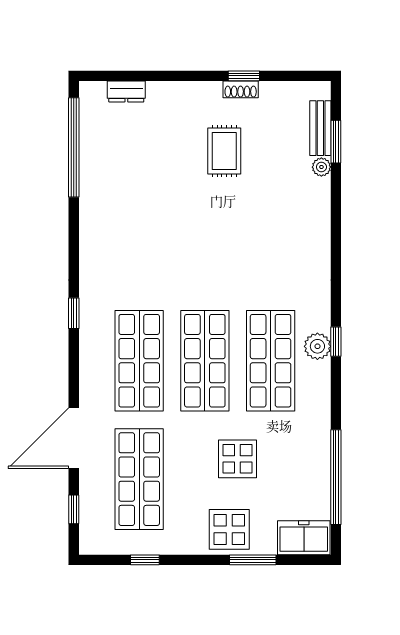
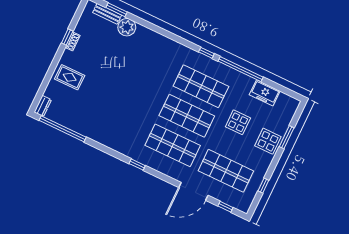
dresser: (126, 92) -> (43, 106), moved
rug: (224, 151) -> (70, 77), moved
plant: (321, 167) -> (127, 27), width x1.88, depth x1.88
plant: (317, 346) -> (205, 62), removed
door: (74, 438) -> (193, 191), hinge flipped
window: (336, 477) -> (241, 69), moved
freezer: (304, 538) -> (265, 93), moved, turned -90

